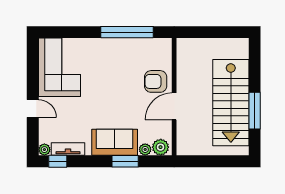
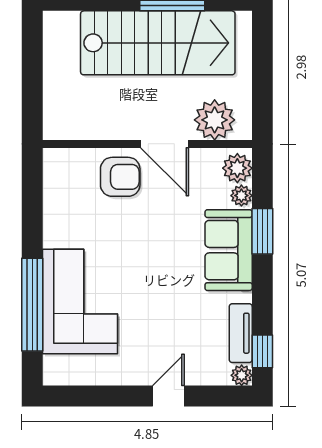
window: (127, 32) -> (32, 305), moved
corner sofa: (59, 67) -> (80, 301), moved, turned 90
armchair: (156, 81) -> (120, 177), turned -90
plant: (188, 134) -> (215, 120), added

